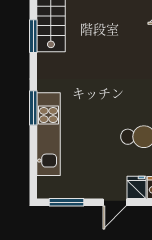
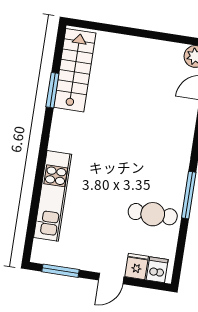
window: (33, 108) -> (41, 166), removed

